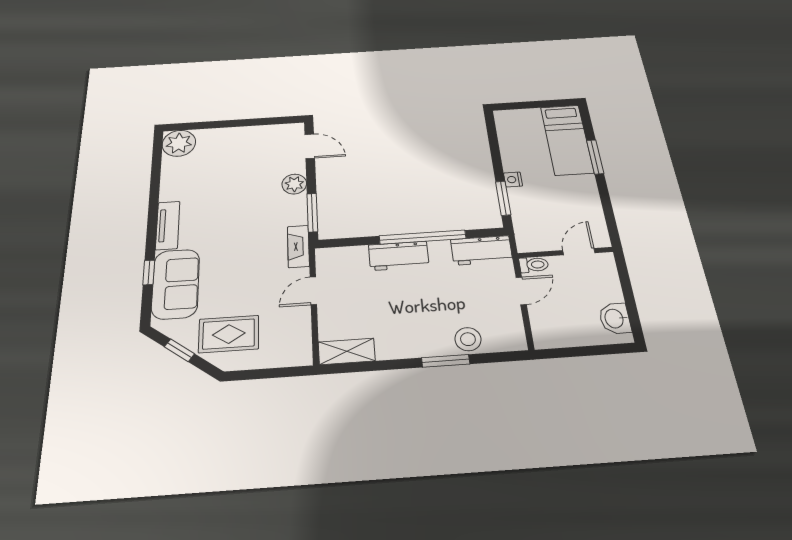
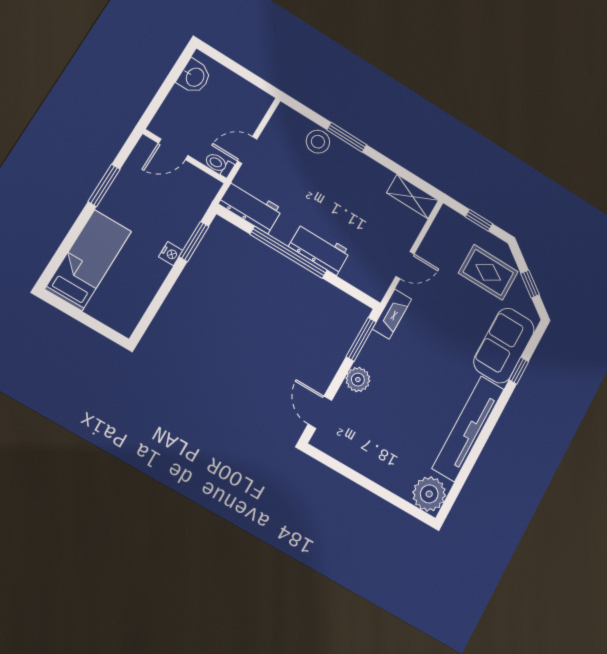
window: (595, 157) -> (104, 185), moved
tv unit: (168, 225) -> (468, 429), width x1.92, depth x1.29
window: (267, 373) -> (479, 220), added

